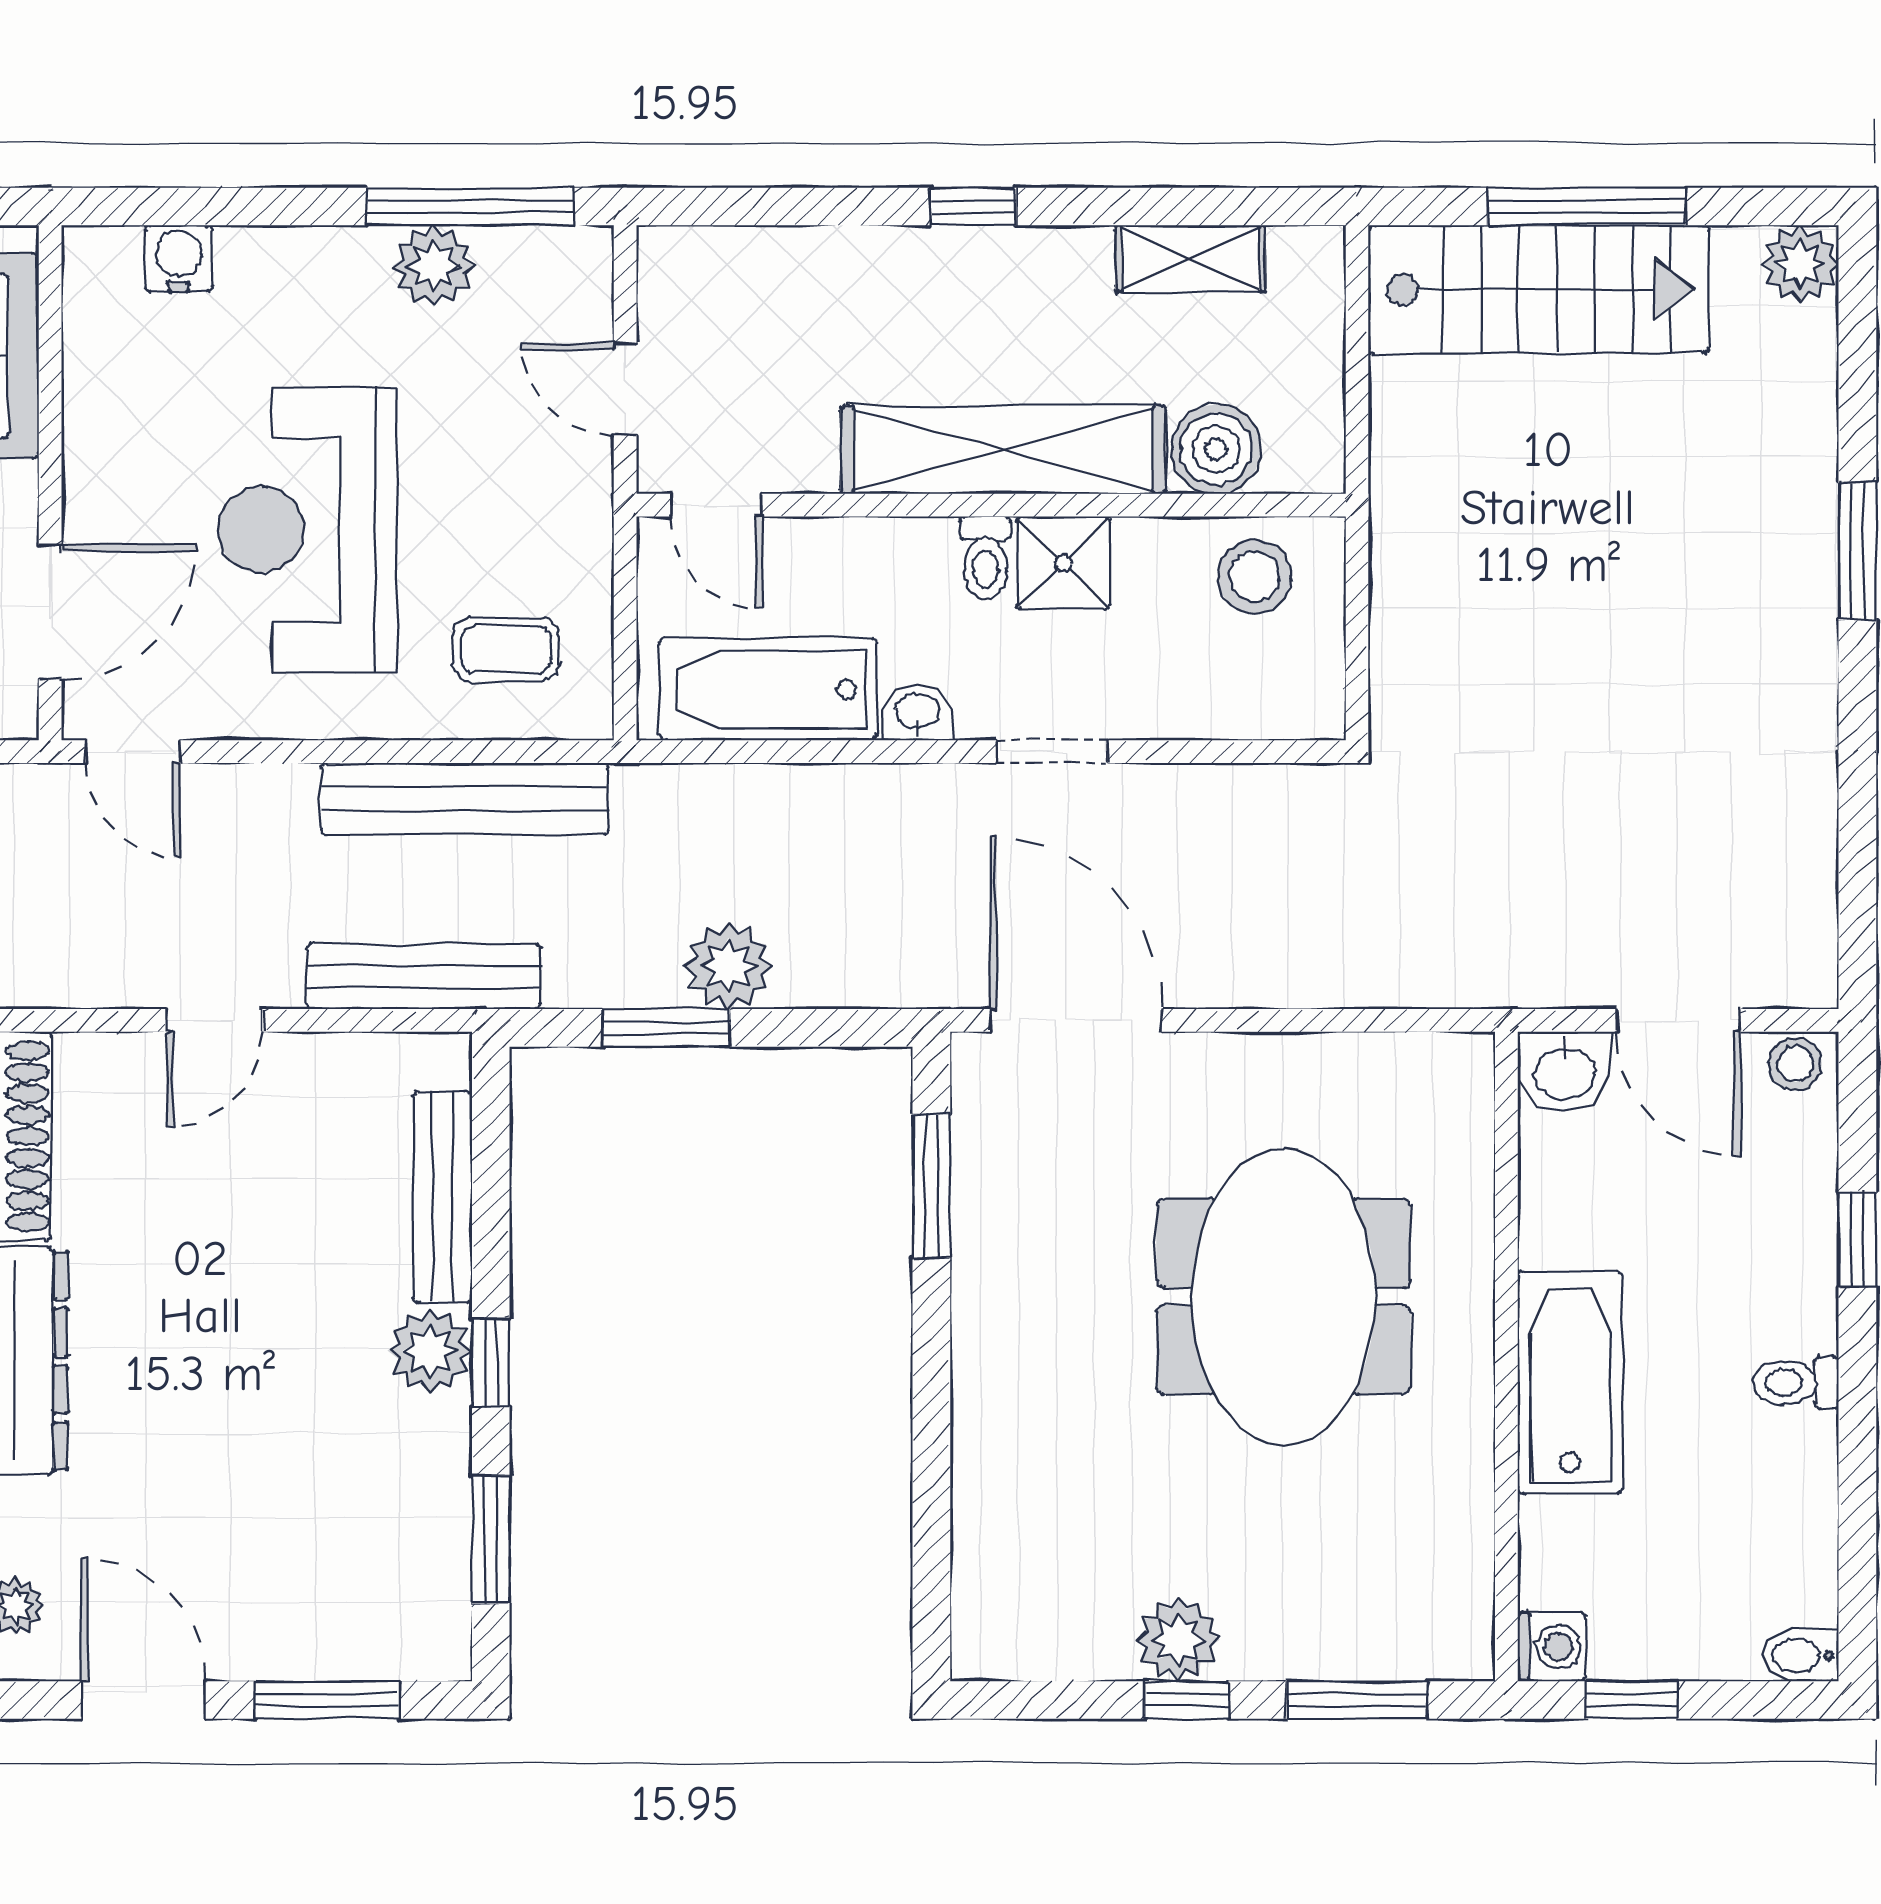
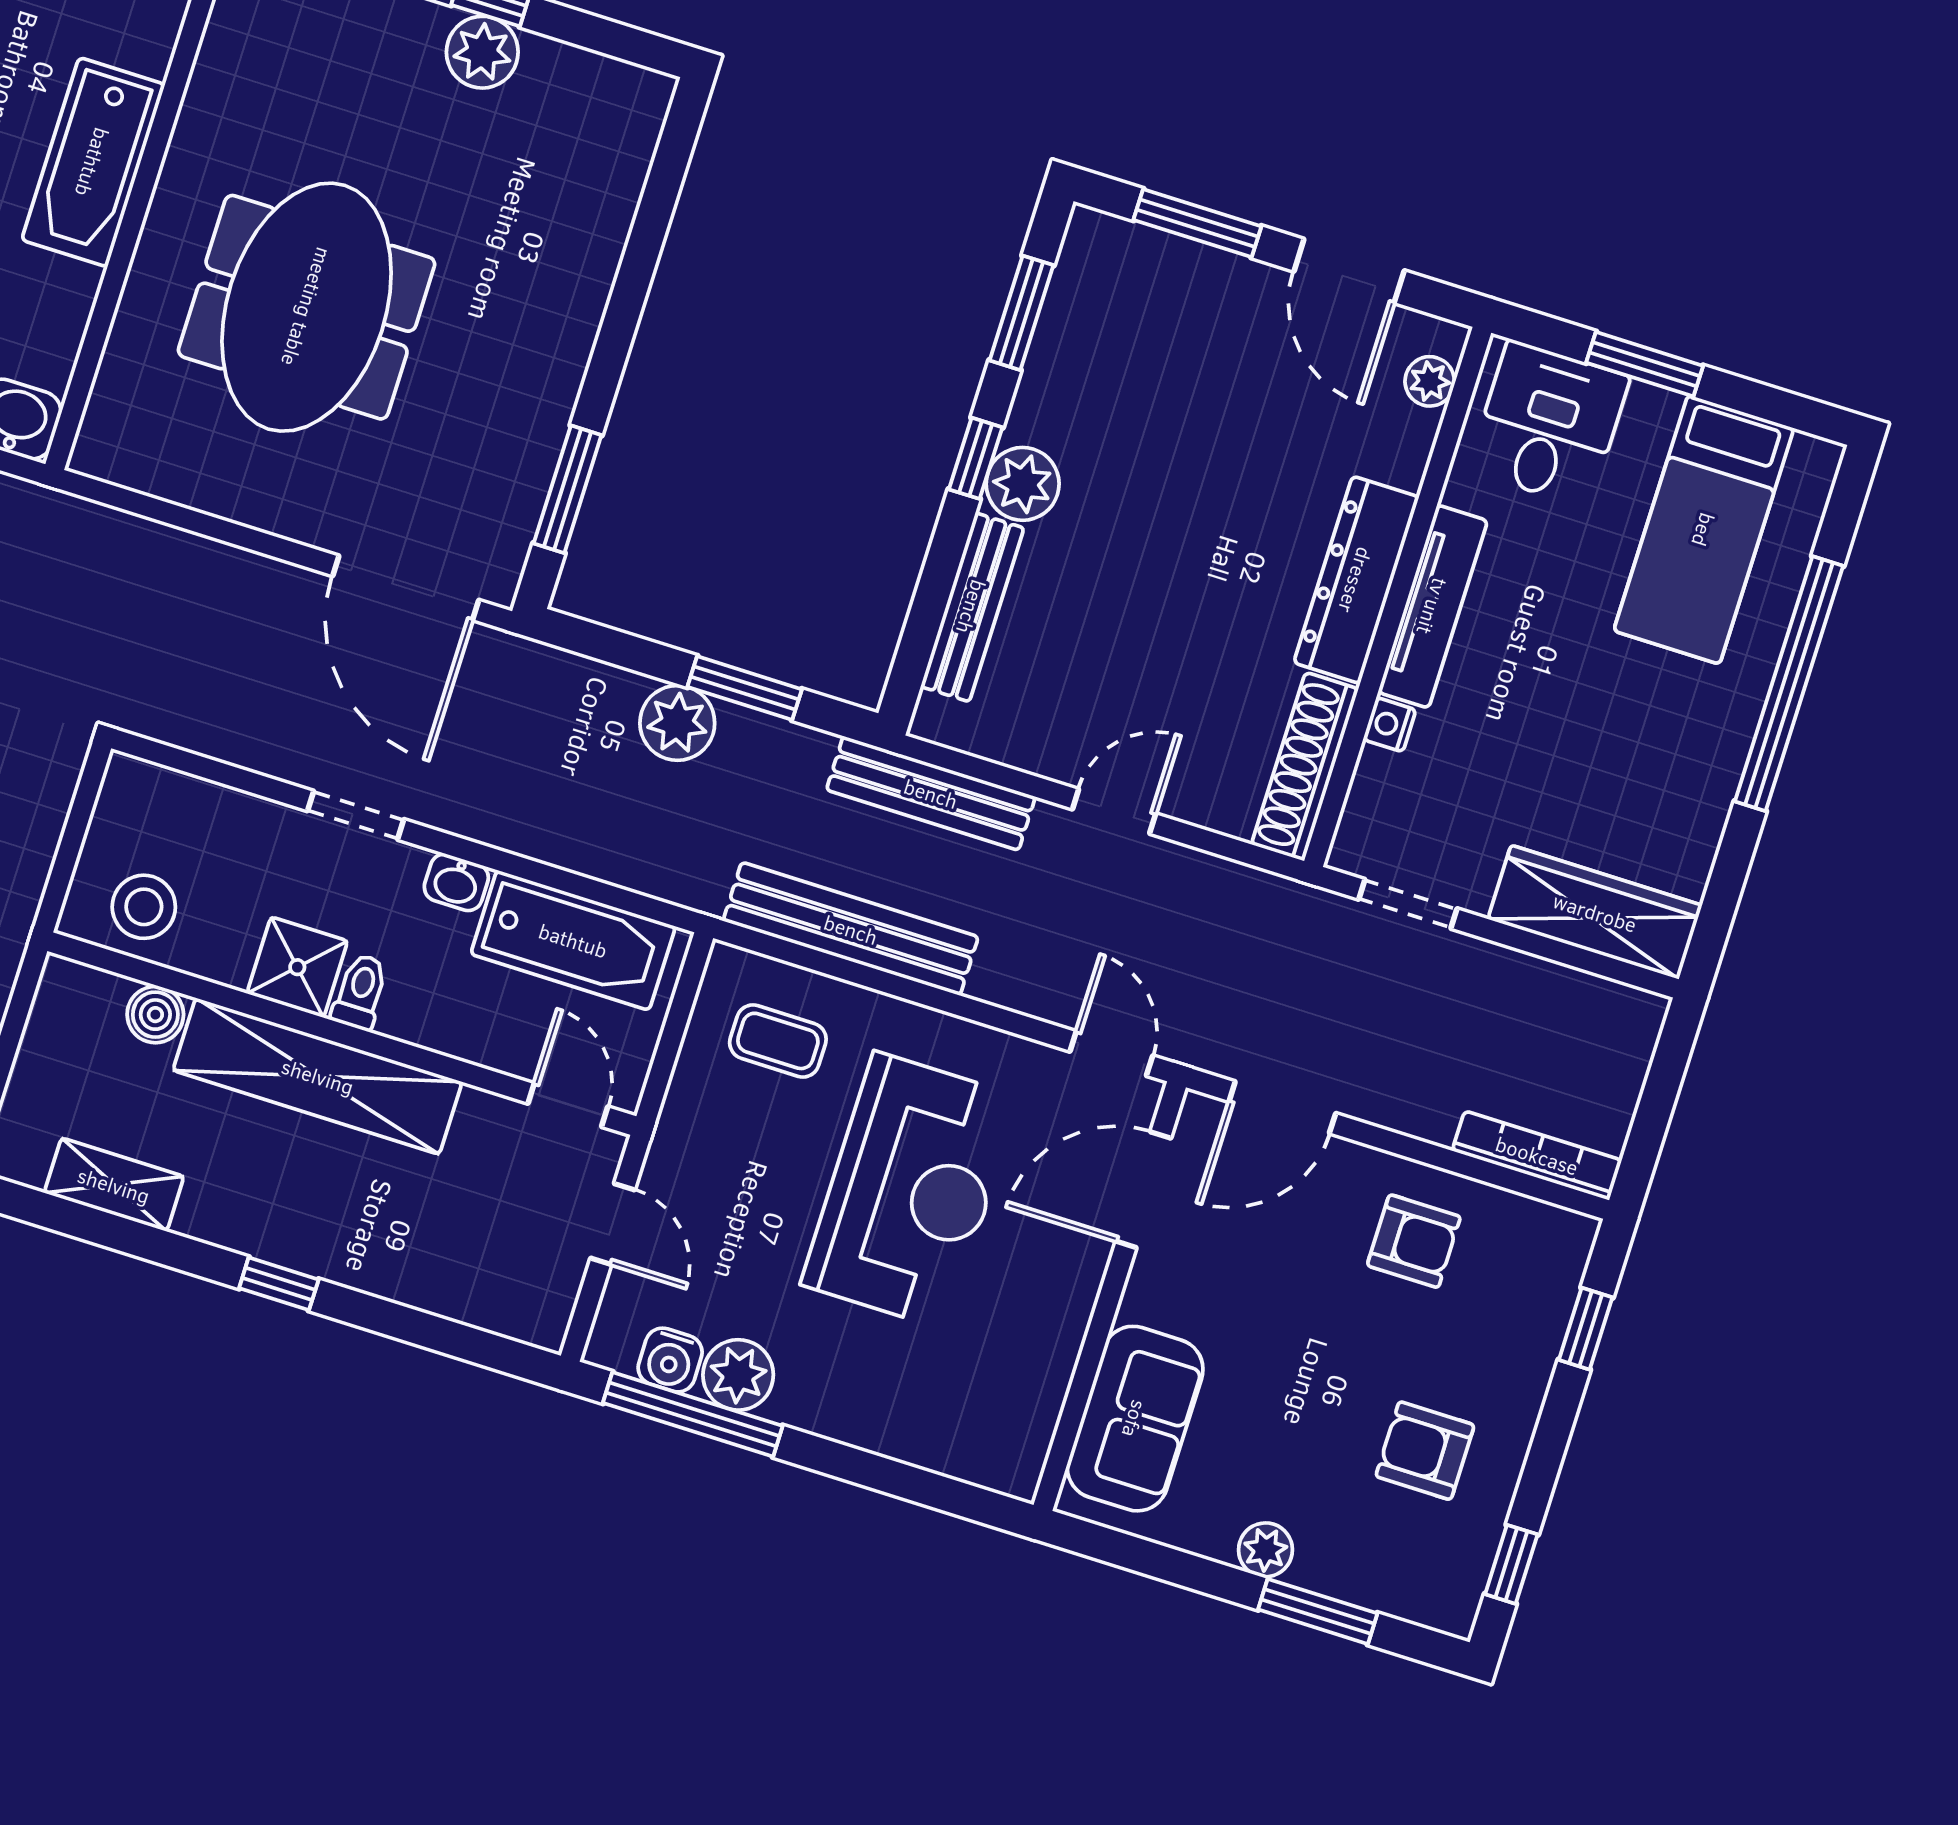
water cooler: (179, 259) -> (670, 1360), moved
boiler: (1216, 449) -> (155, 1015), width x0.73, depth x0.73

